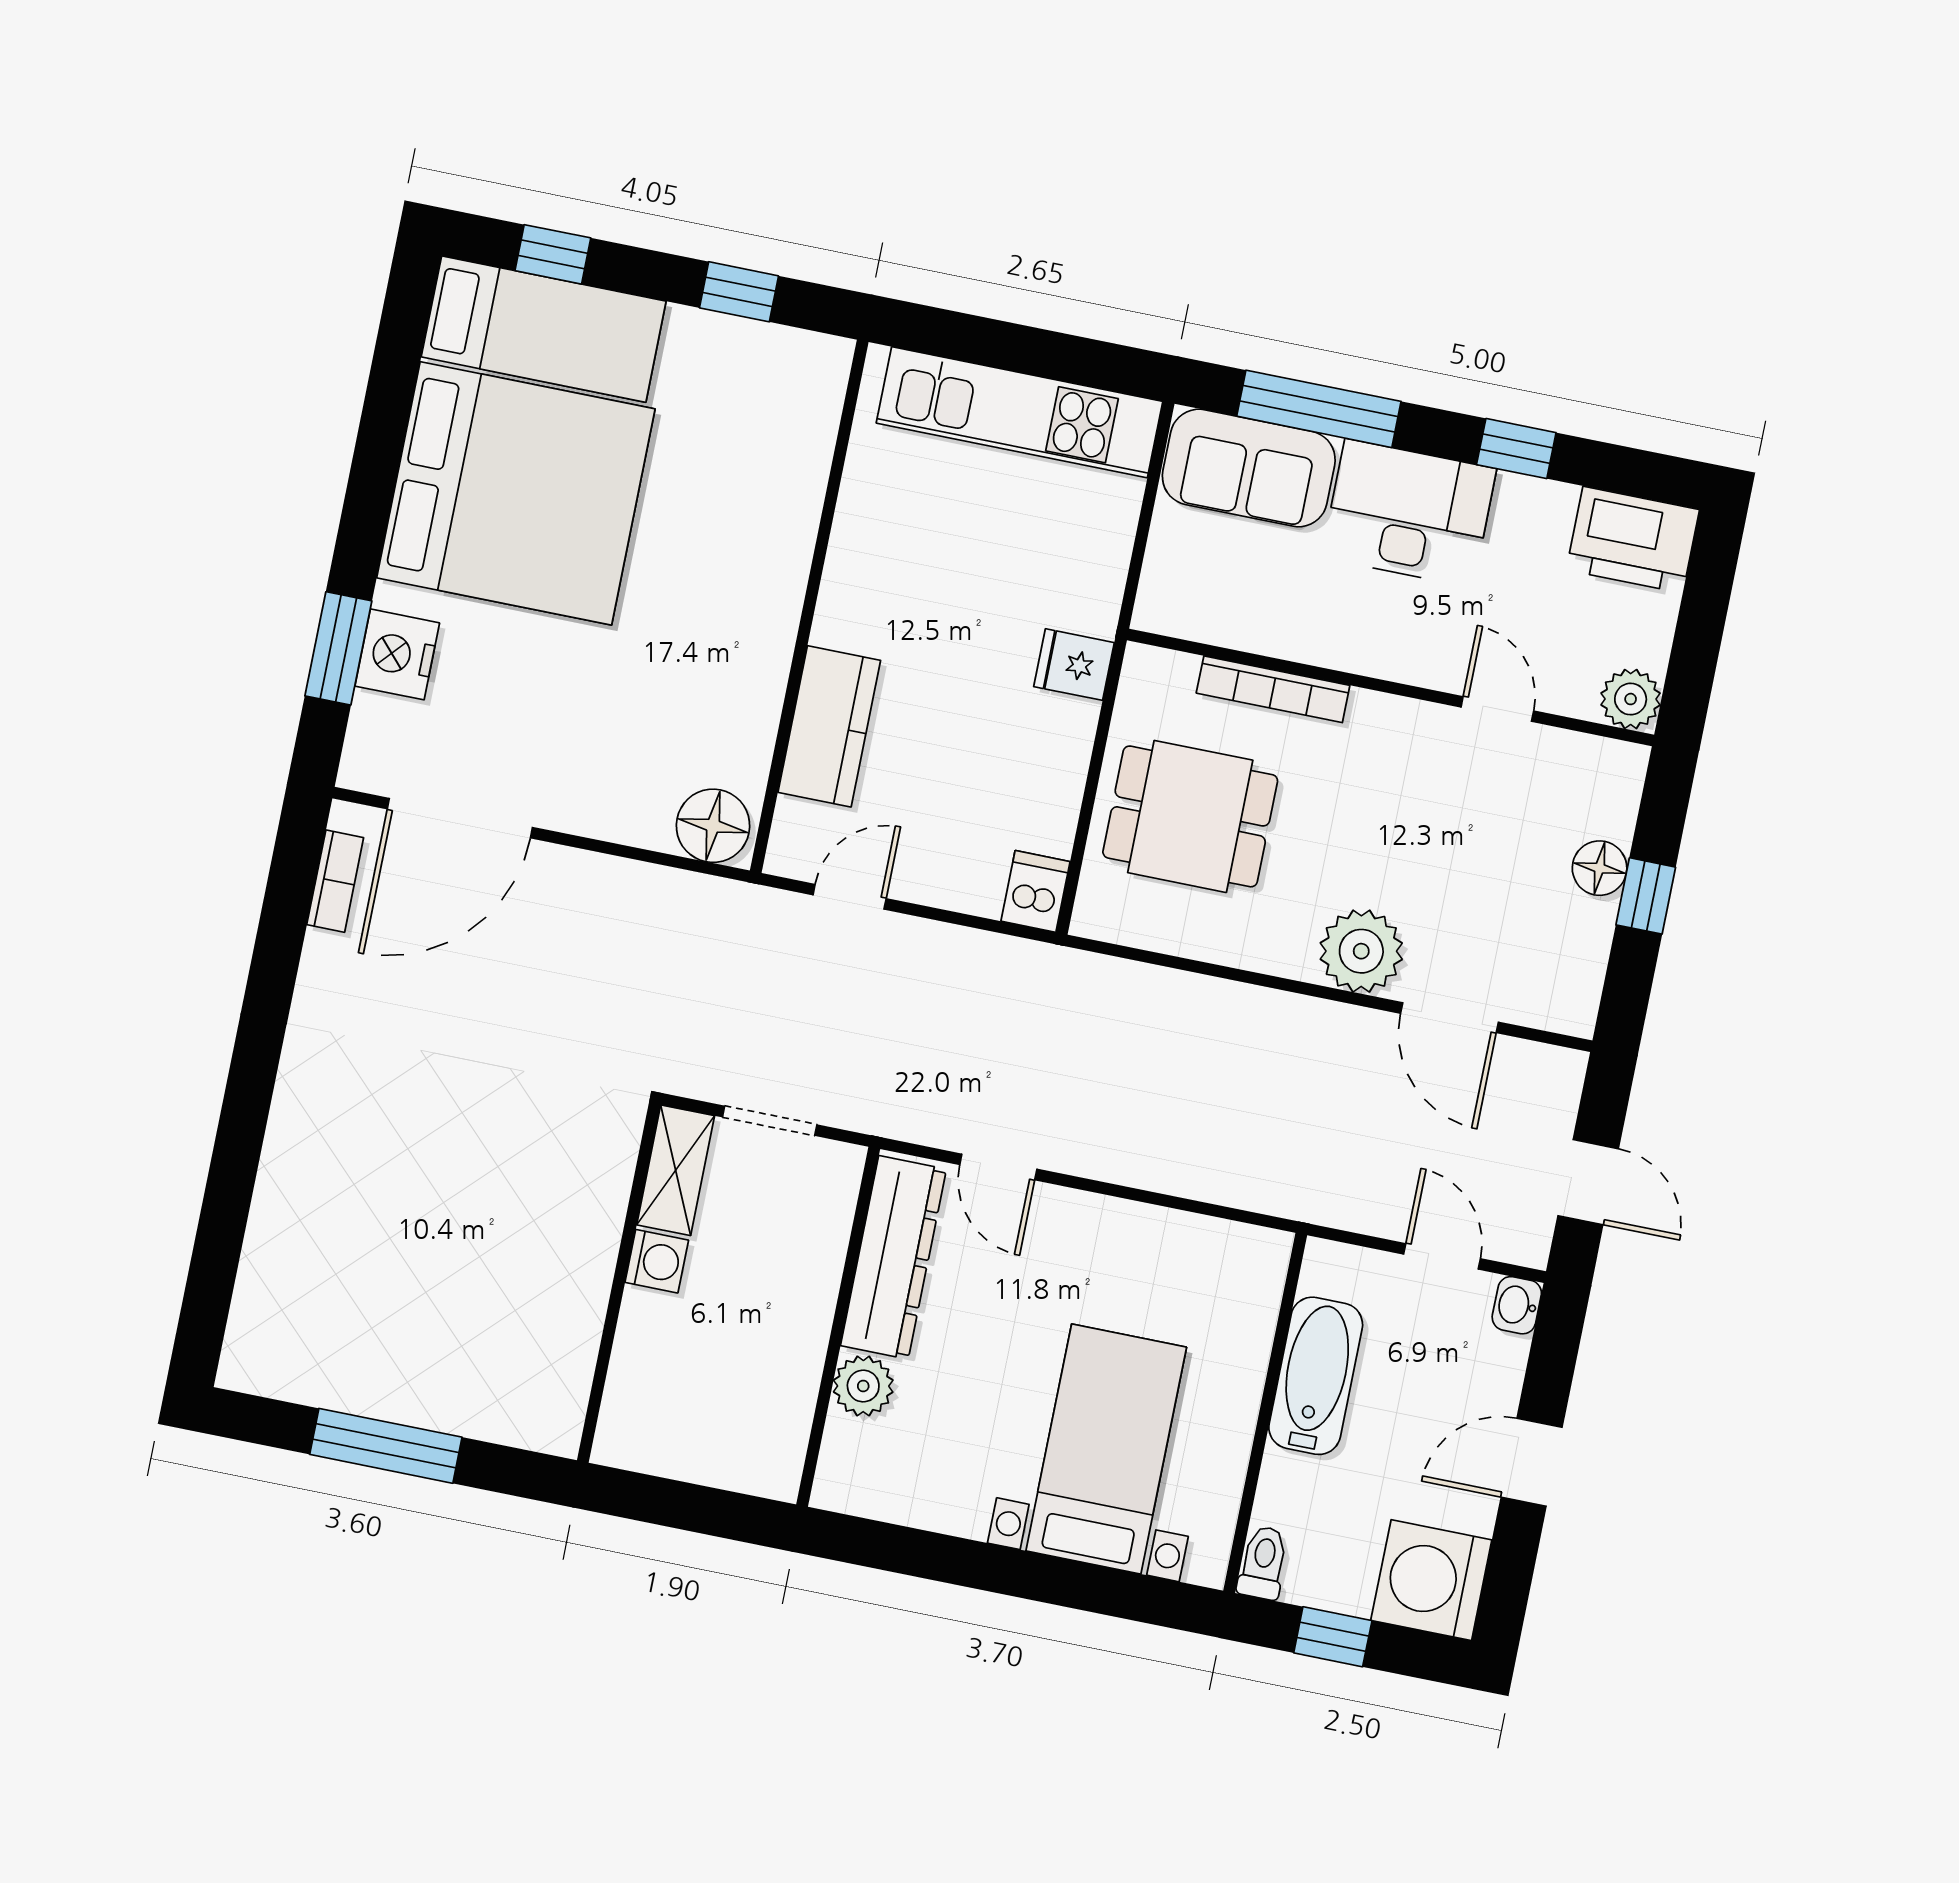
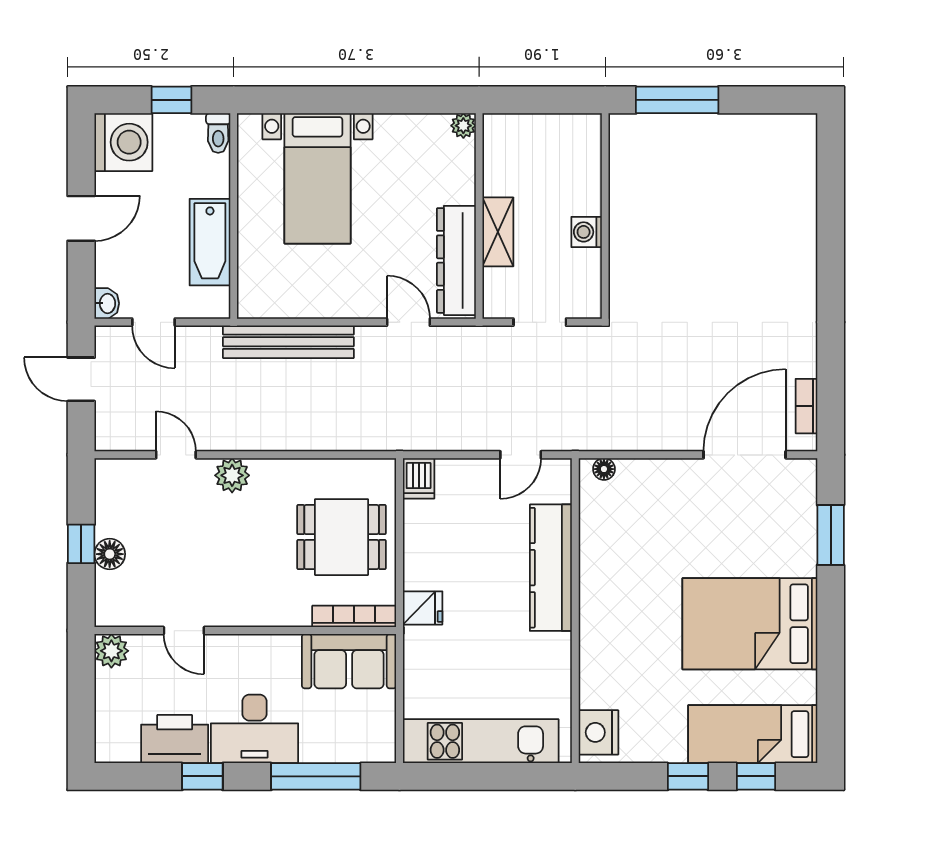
window: (739, 292) -> (688, 776), moved
sofa: (1249, 468) -> (349, 661), moved, turned 180
bed: (516, 493) -> (750, 624), width x0.73
printer: (1633, 540) -> (175, 739), moved
nightstand: (397, 654) -> (598, 732), moved, turned 180
bookcase: (1273, 689) -> (354, 616), moved
kitchen counter: (829, 726) -> (551, 568), width x1.50
floor lamp: (713, 826) -> (604, 469), width x0.53, depth x0.53
plant: (1361, 951) -> (232, 475), width x0.73, depth x0.73
door: (1449, 1018) -> (176, 455), width x0.73
shelving: (676, 1170) -> (498, 232), moved
bench: (1214, 1175) -> (288, 342), added
plant: (863, 1386) -> (463, 126), moved, width x0.73, depth x0.73
window: (386, 1446) -> (677, 100), moved

